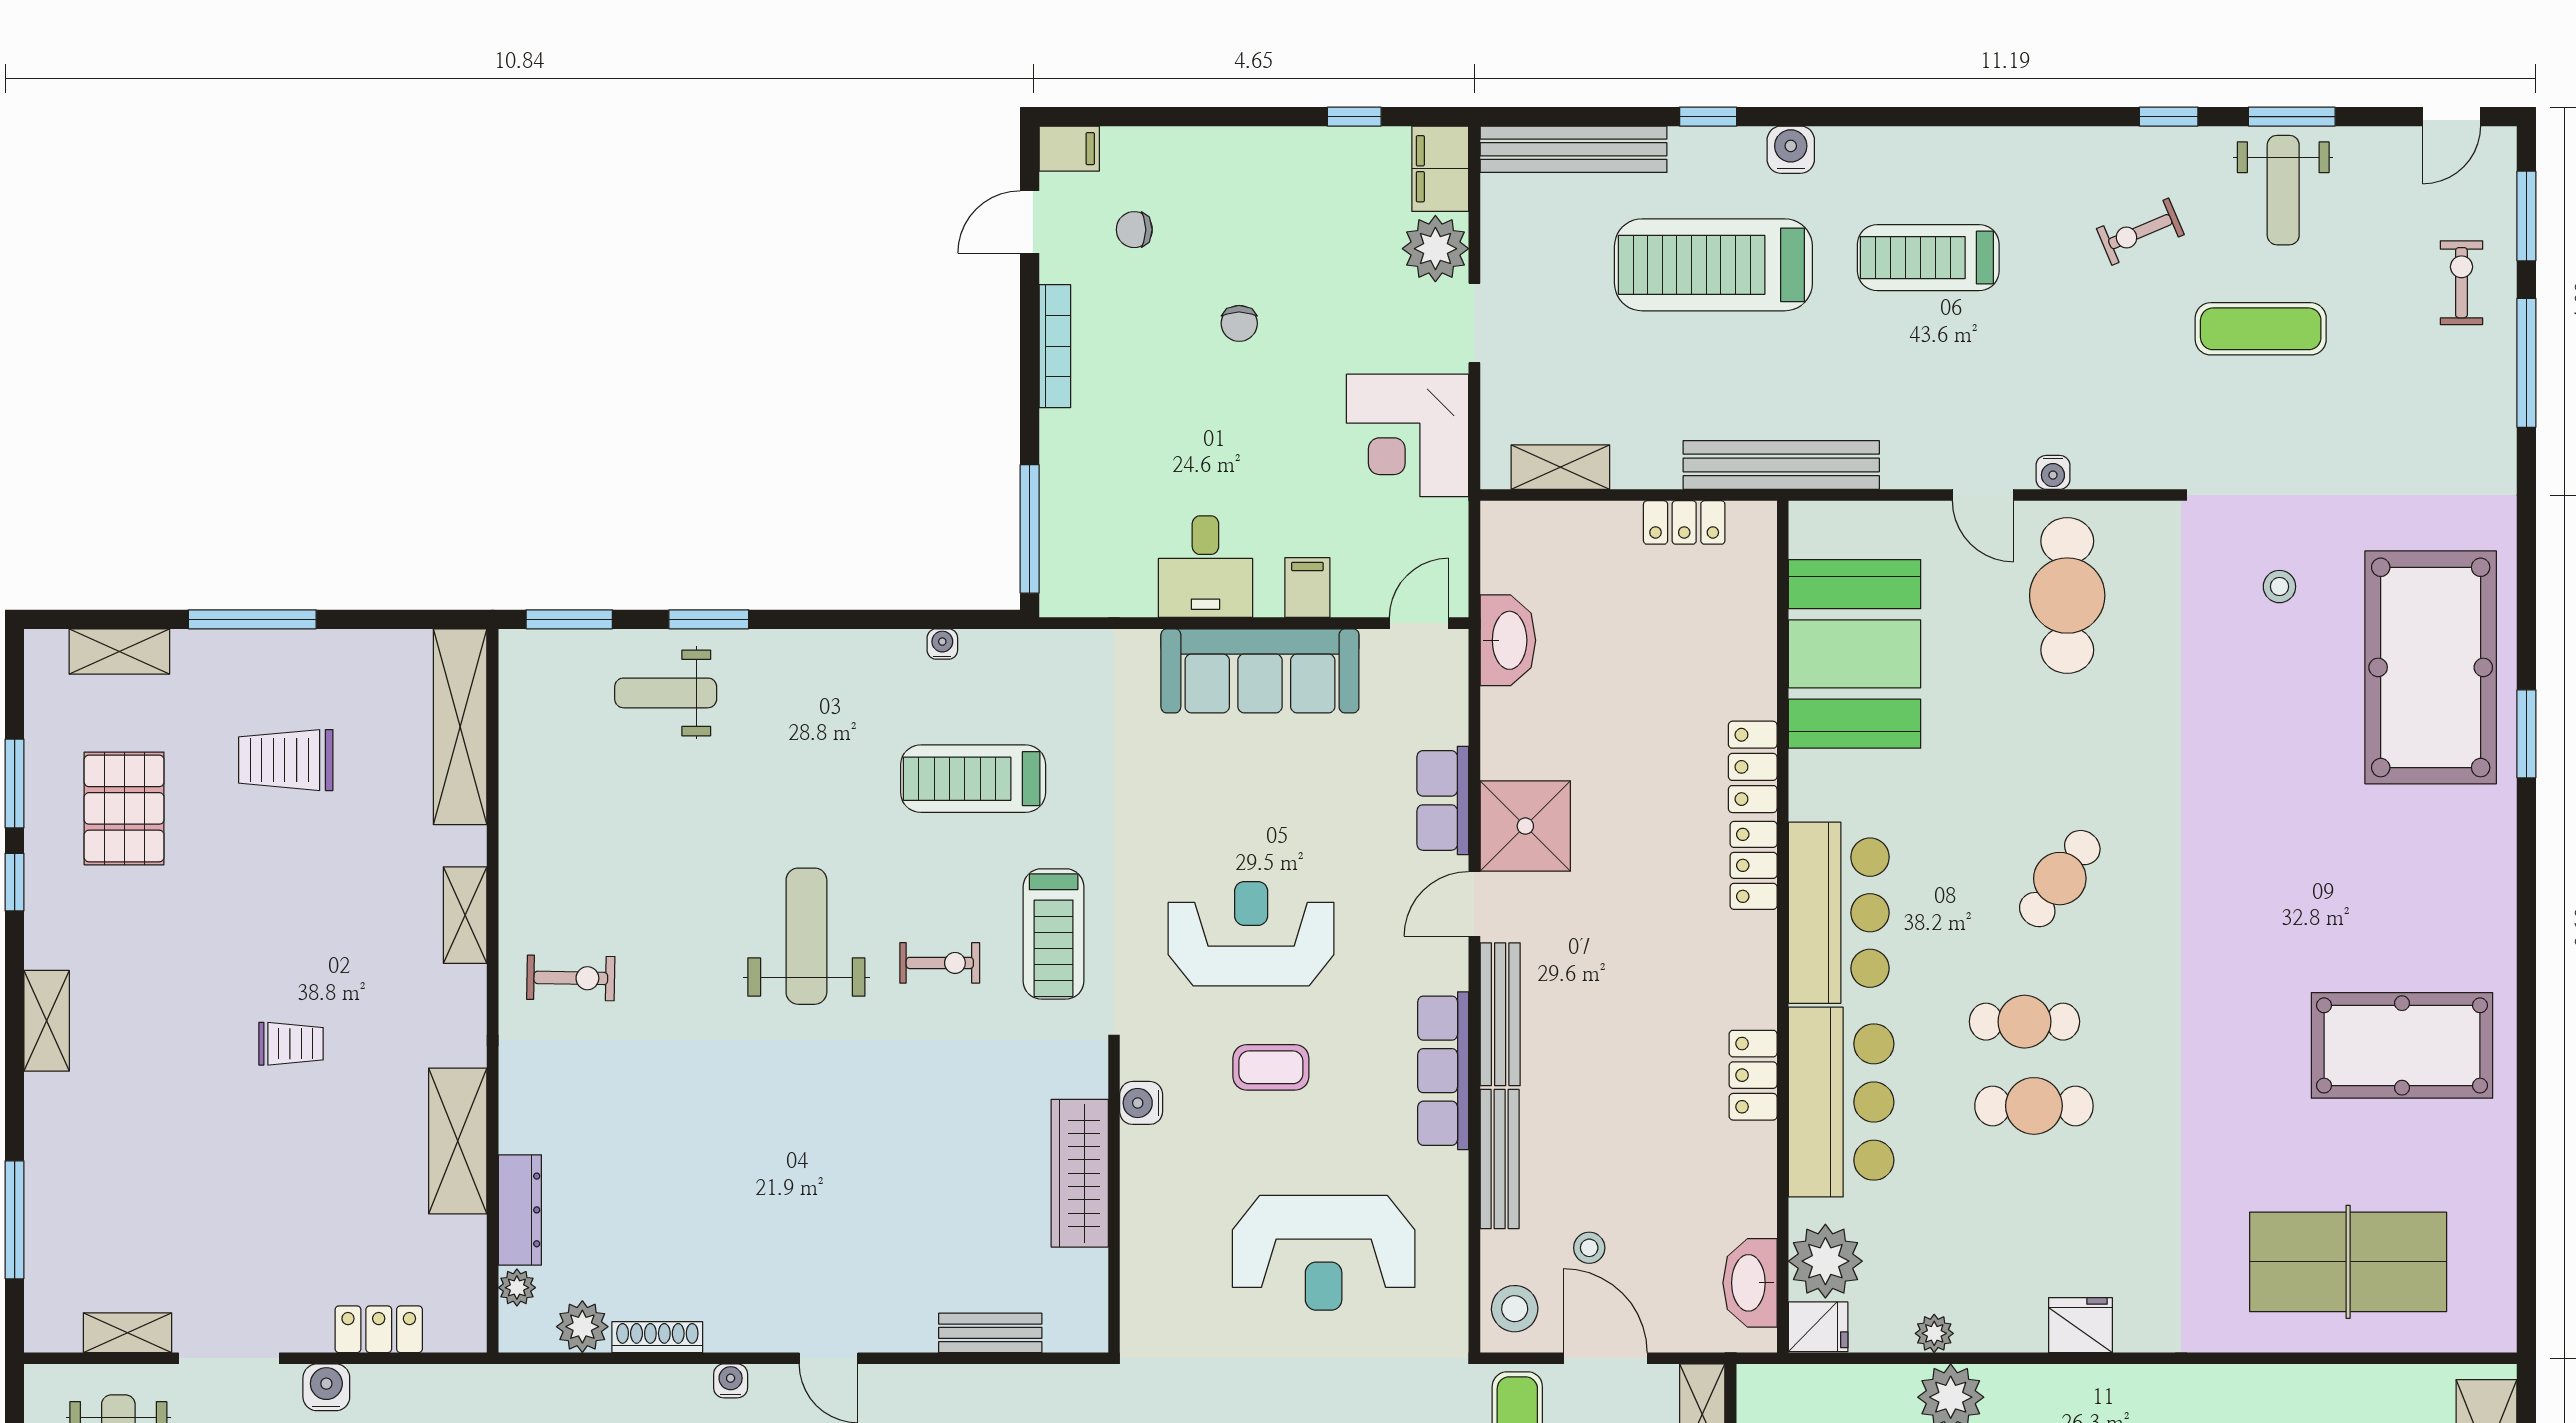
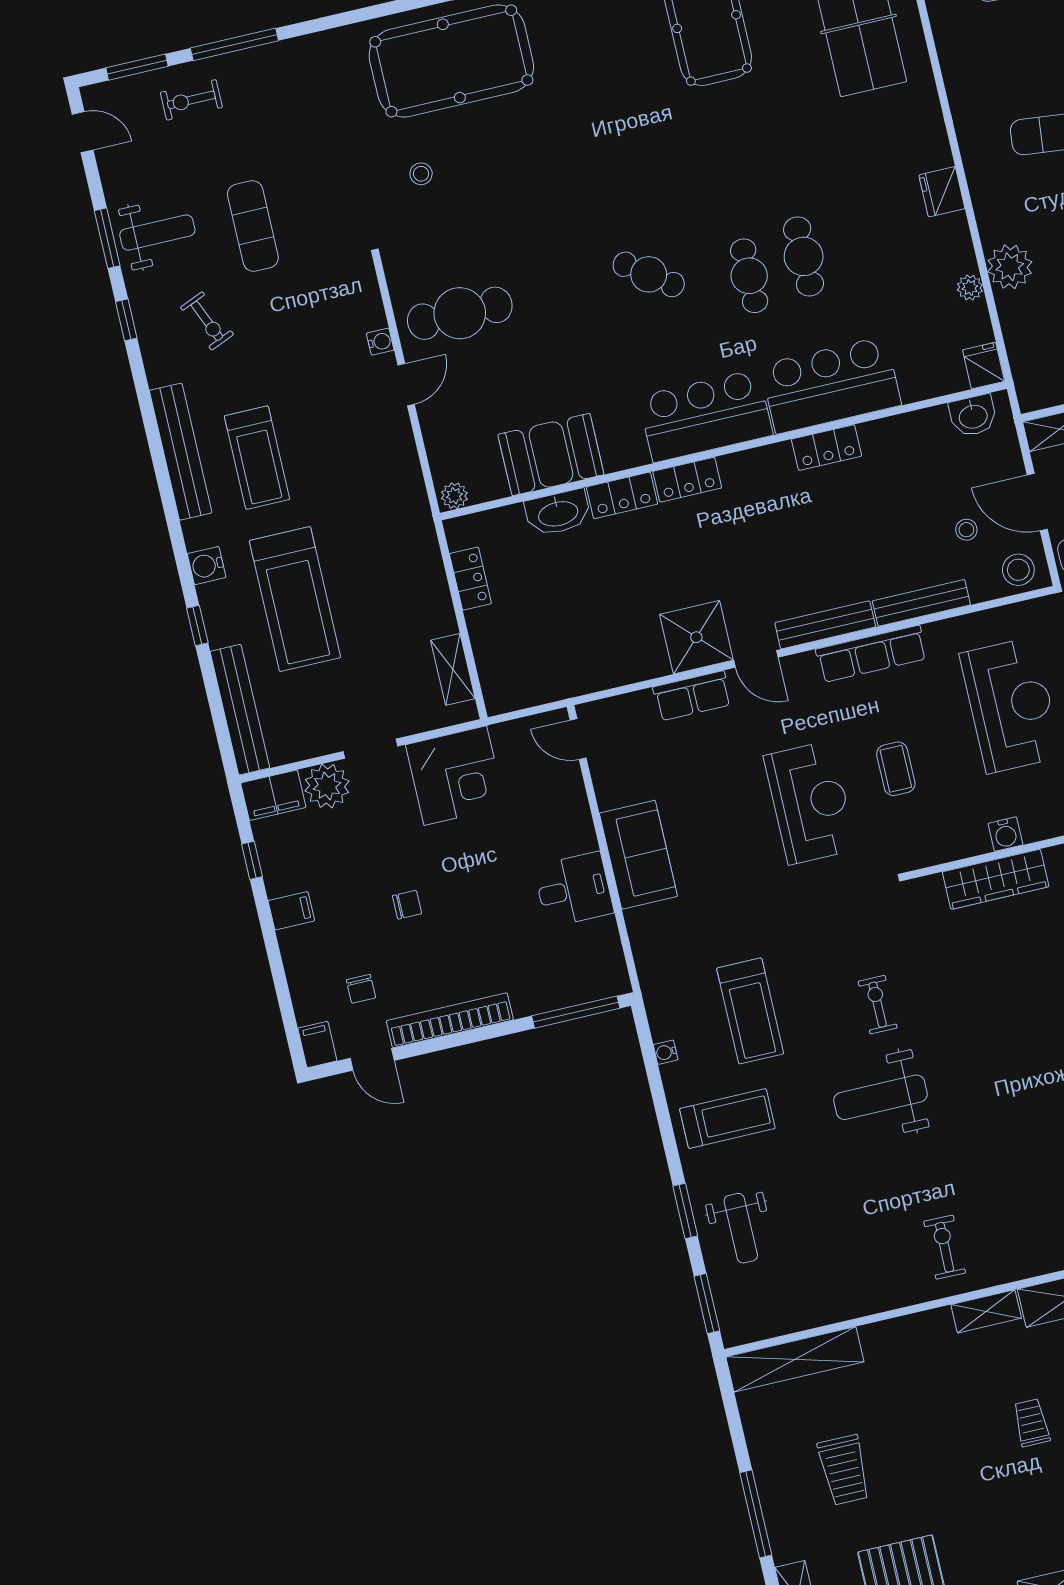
bookcase: (1055, 346) -> (450, 1020), width x1.48, depth x1.31
bench: (1781, 465) -> (181, 452), moved
filing cabinet: (1307, 587) -> (291, 911), moved, turned 180
washbasin: (1508, 640) -> (558, 513), moved, turned 180
booth: (1855, 654) -> (551, 454), width x0.73, depth x0.70
sofa: (1260, 671) -> (638, 855), width x0.73
shelving: (465, 915) -> (986, 1311), moved
treadmill: (1054, 934) -> (727, 1119), moved
reception desk: (1251, 934) -> (810, 803), turned 180
water cooler: (1141, 1103) -> (1005, 834), moved
plant: (1825, 1261) -> (454, 496), moved, width x0.53, depth x0.53
washbasin: (1750, 1283) -> (973, 416), width x0.72
door: (1605, 1358) -> (1037, 502), hinge flipped

